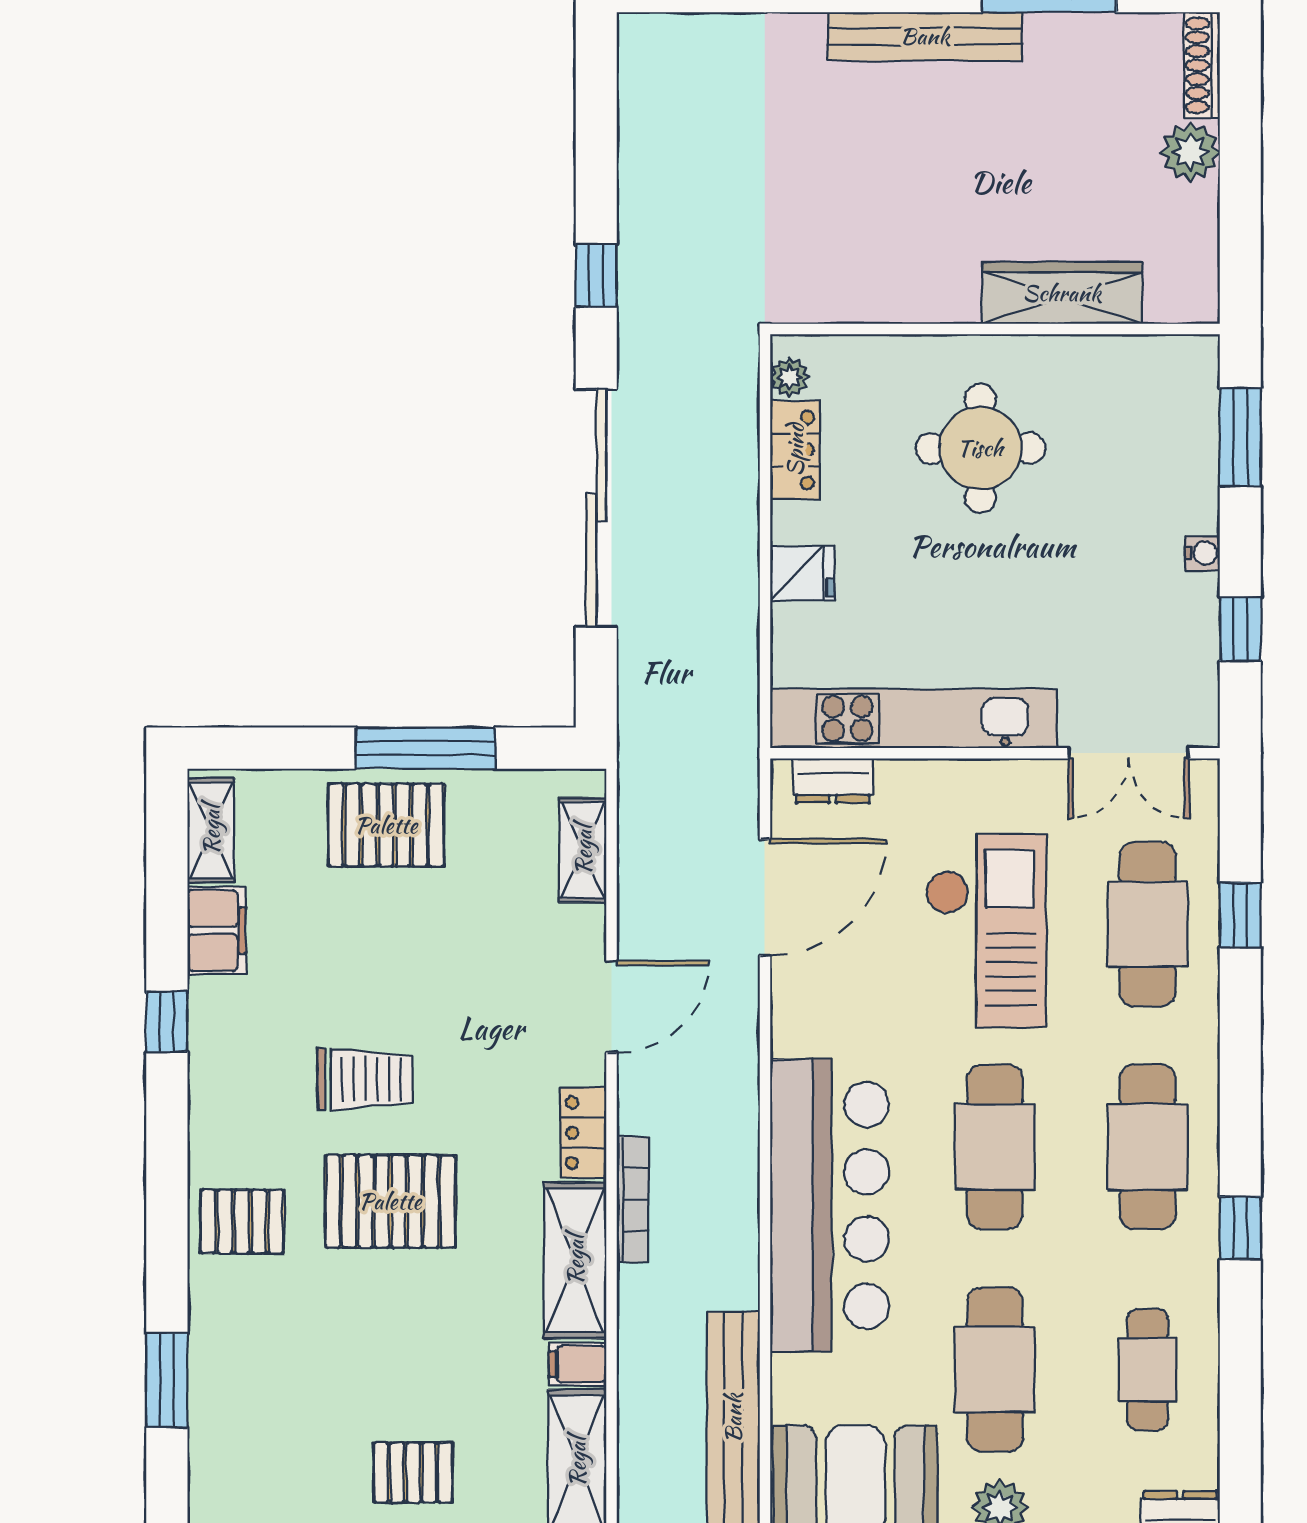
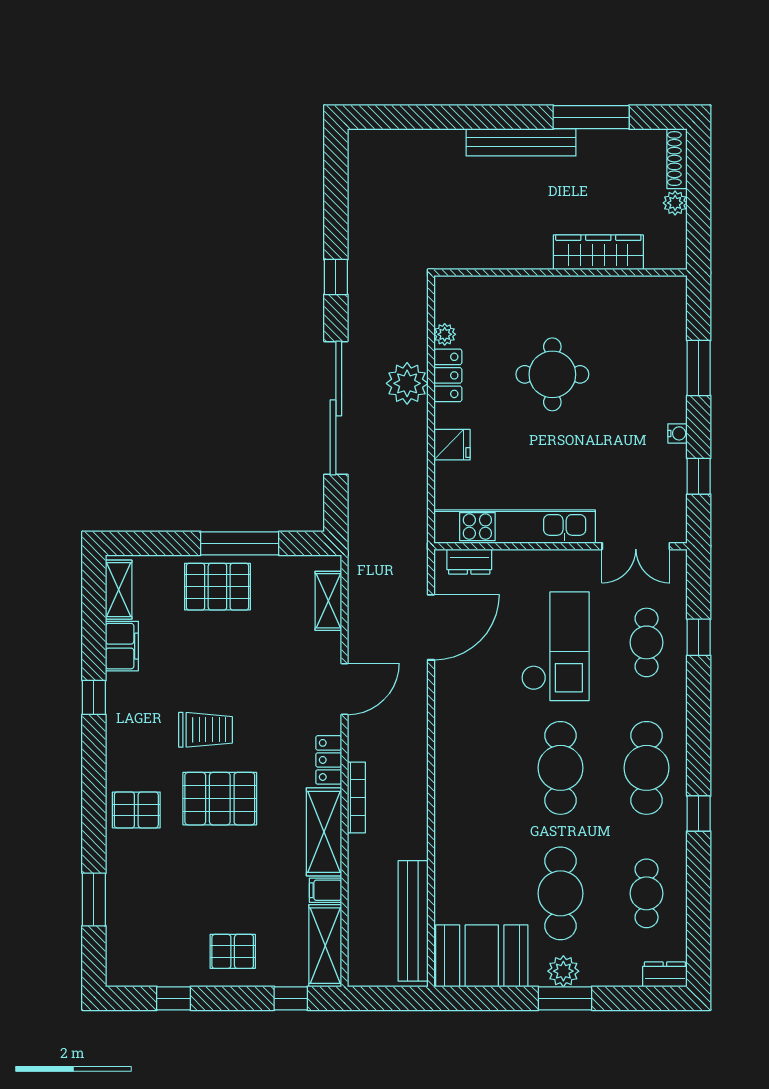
plant: (1190, 152) -> (675, 203), width x0.73, depth x0.73
wardrobe: (1062, 293) -> (598, 252), moved
wall: (995, 329) -> (560, 273), moved
plant: (723, 464) -> (407, 383), added
cafe table: (1148, 924) -> (647, 642), width x0.73, depth x0.74
bar counter: (830, 1205) -> (467, 801), removed

